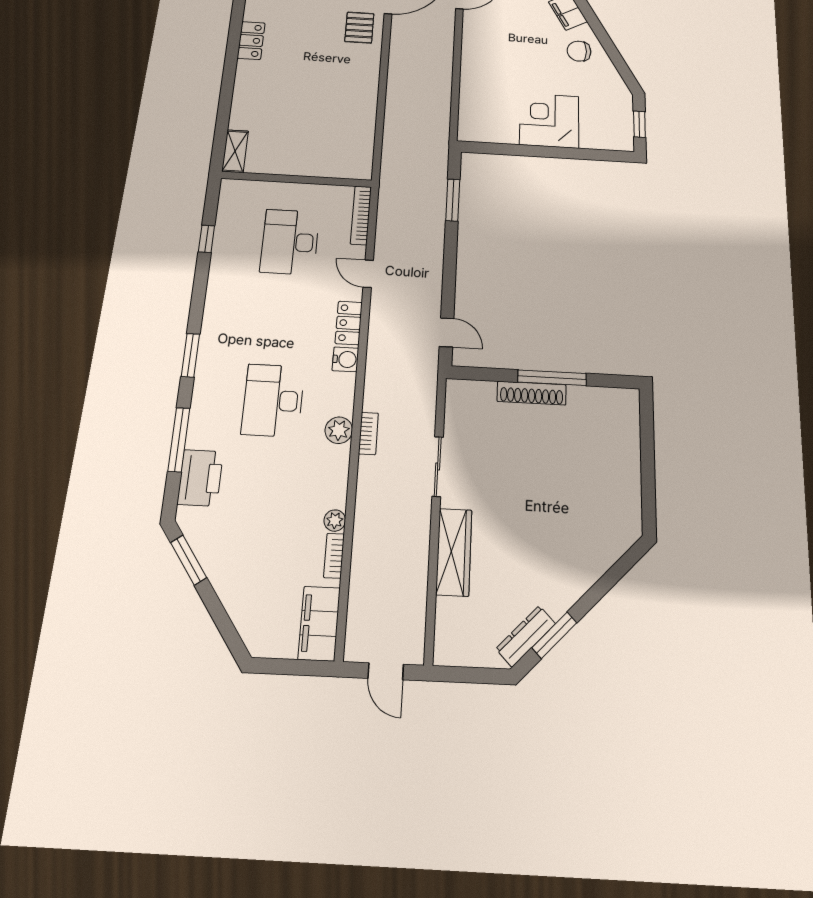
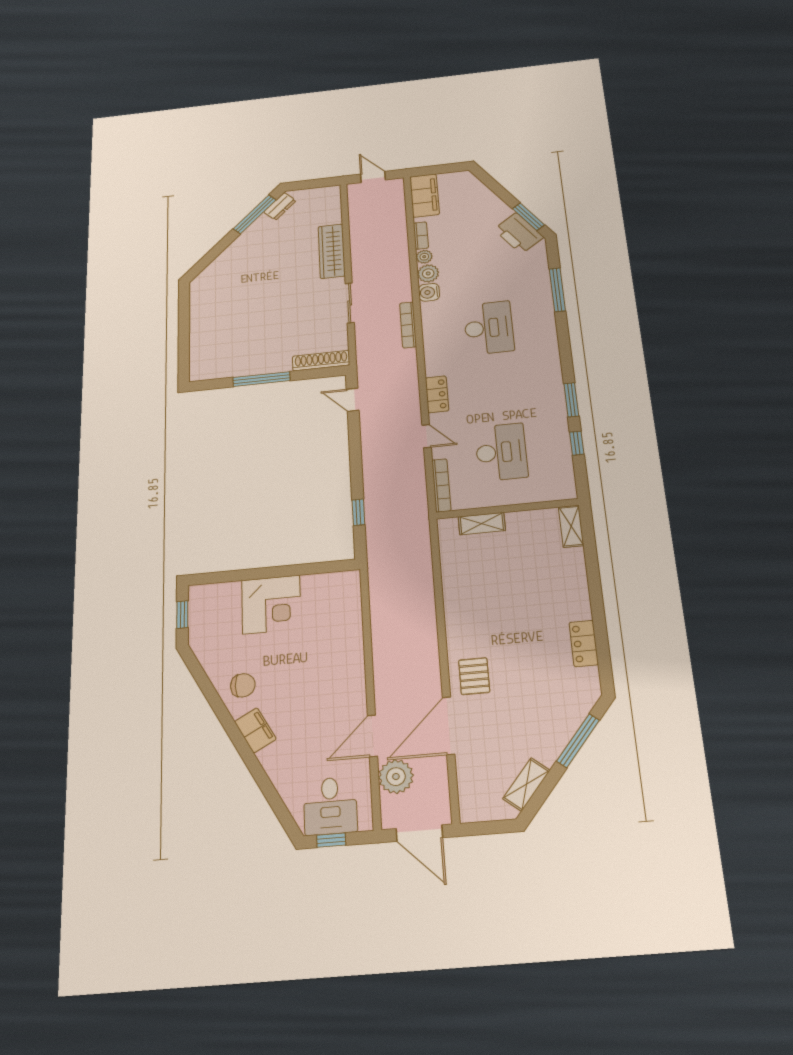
shelving: (326, 168) -> (482, 524), added
window: (453, 200) -> (358, 512), width x0.67
window: (190, 355) -> (571, 400), moved
water cooler: (345, 359) -> (429, 292), moved
shoe rack: (532, 393) -> (321, 361), moved
plant: (339, 430) -> (428, 273), moved
bookcase: (368, 433) -> (408, 325), width x1.56
printer: (200, 478) -> (519, 233), moved, turned -36
window: (554, 635) -> (255, 214), width x1.44
dresser: (526, 636) -> (280, 206), width x0.70

